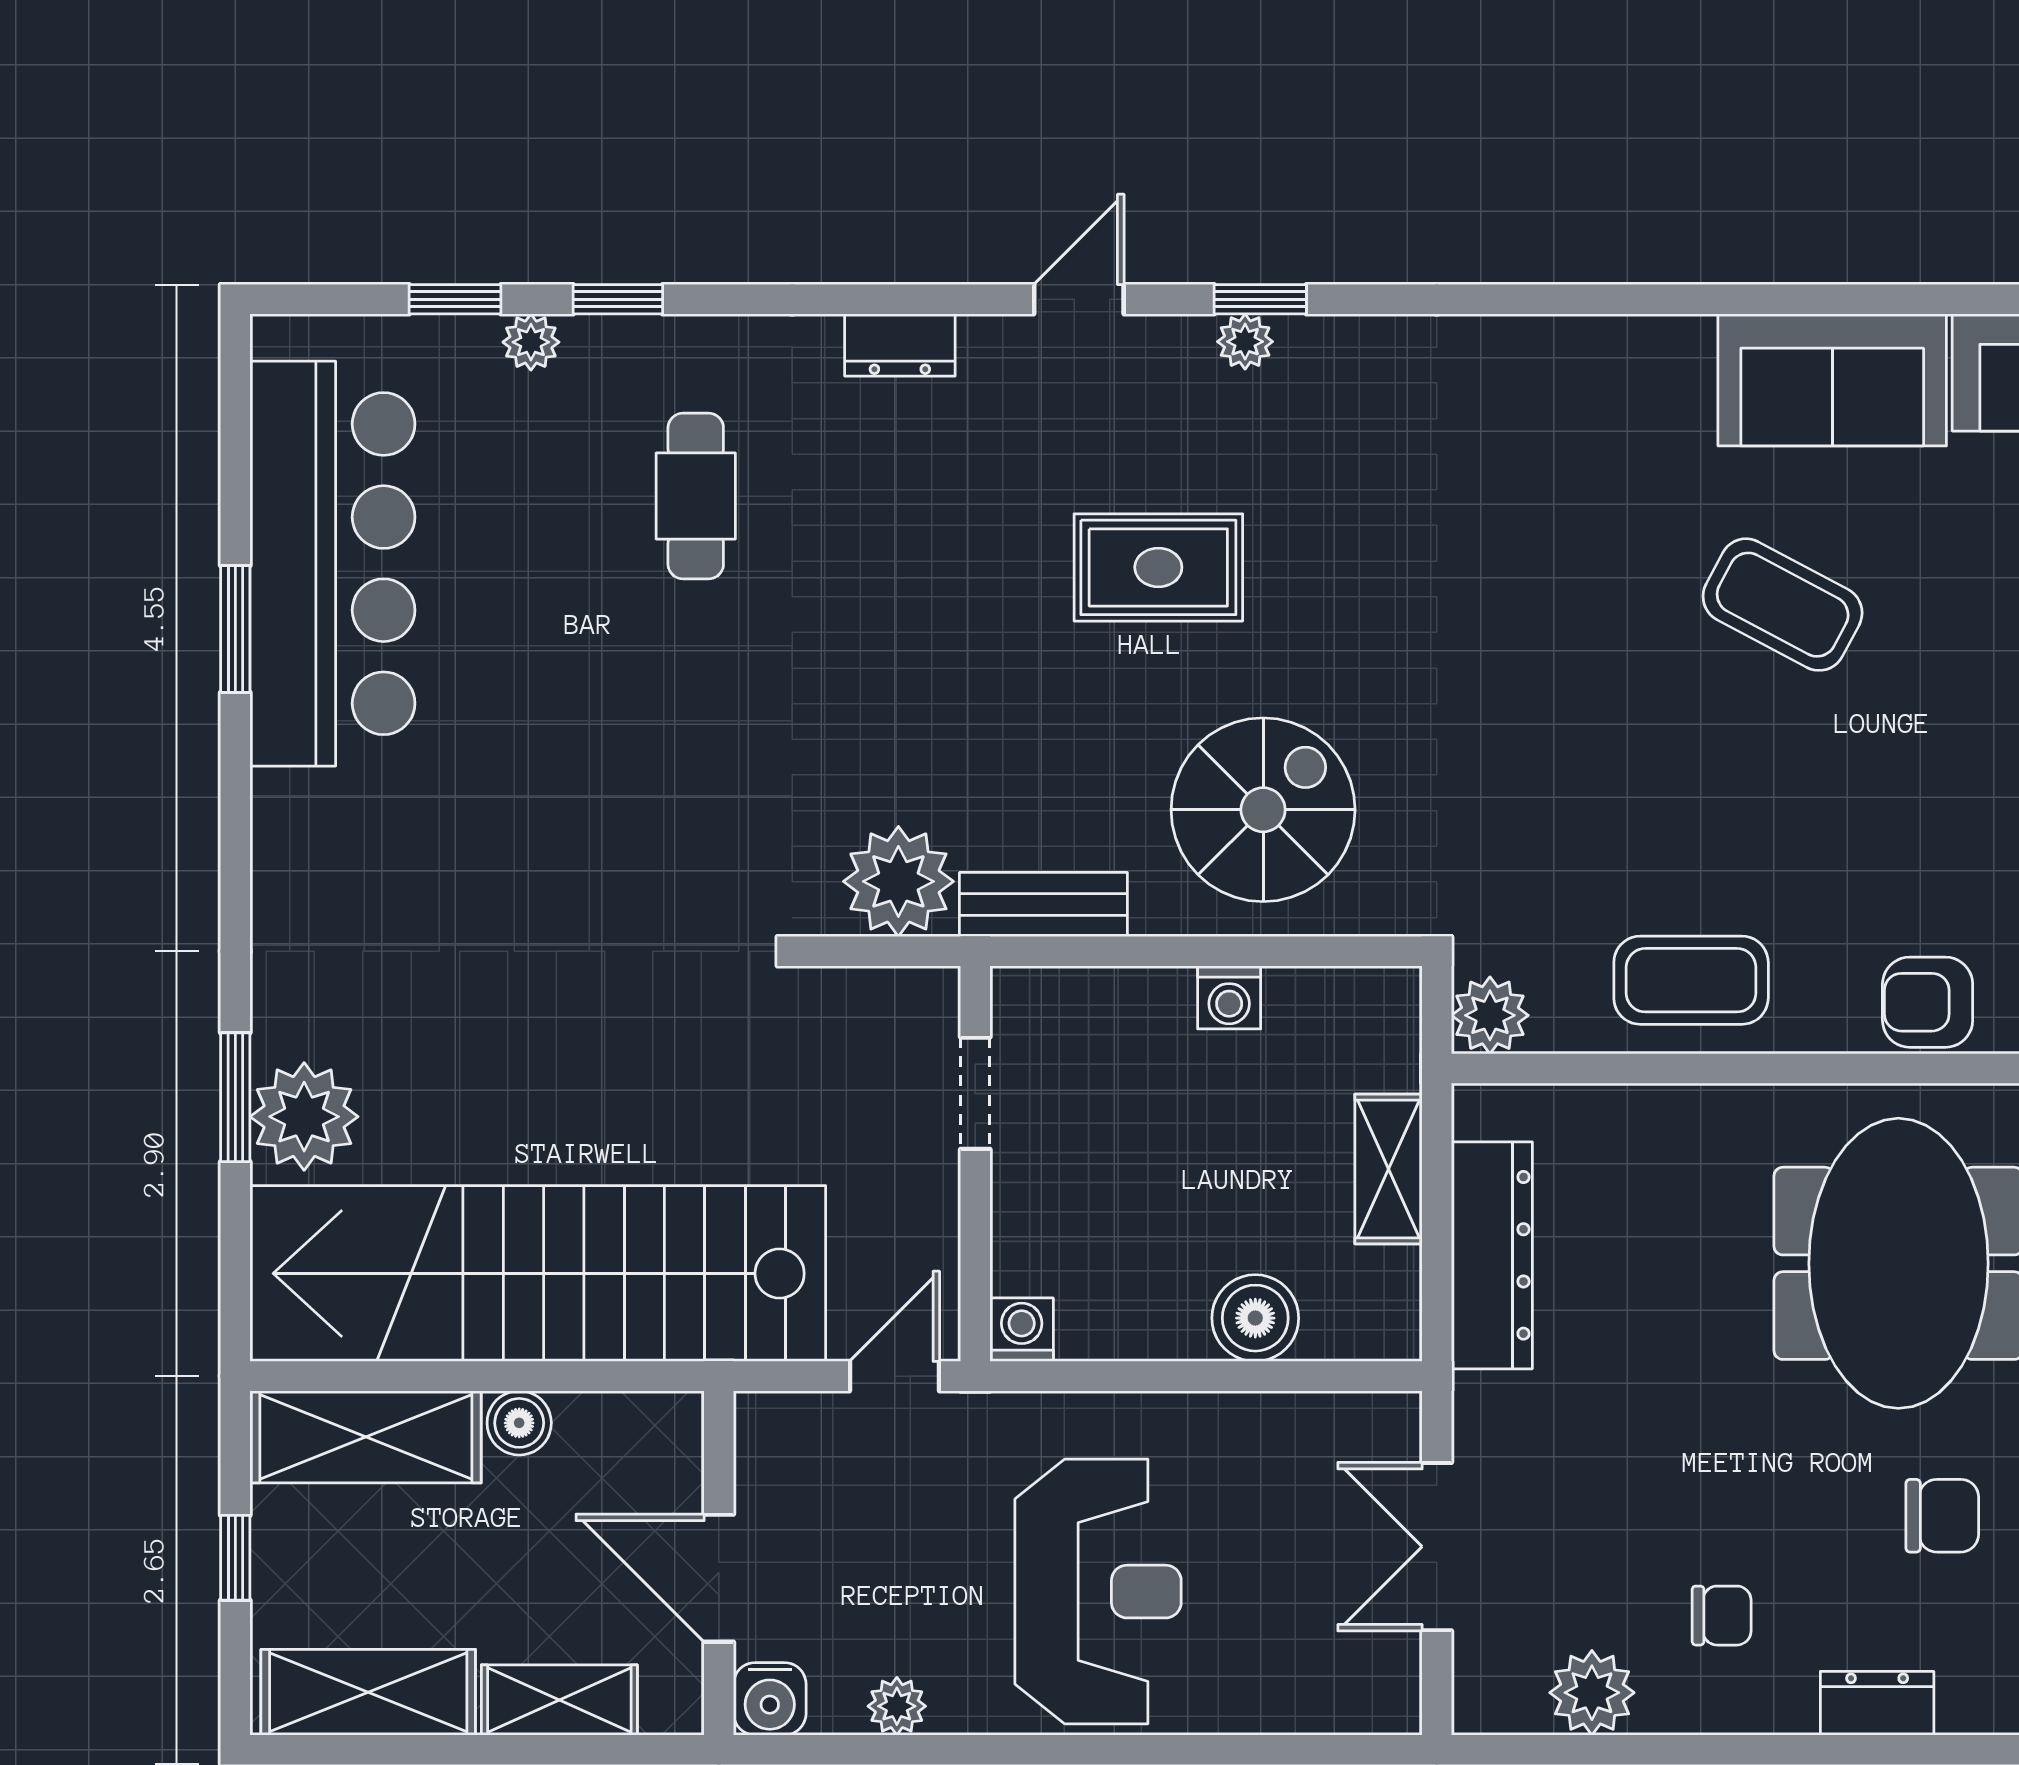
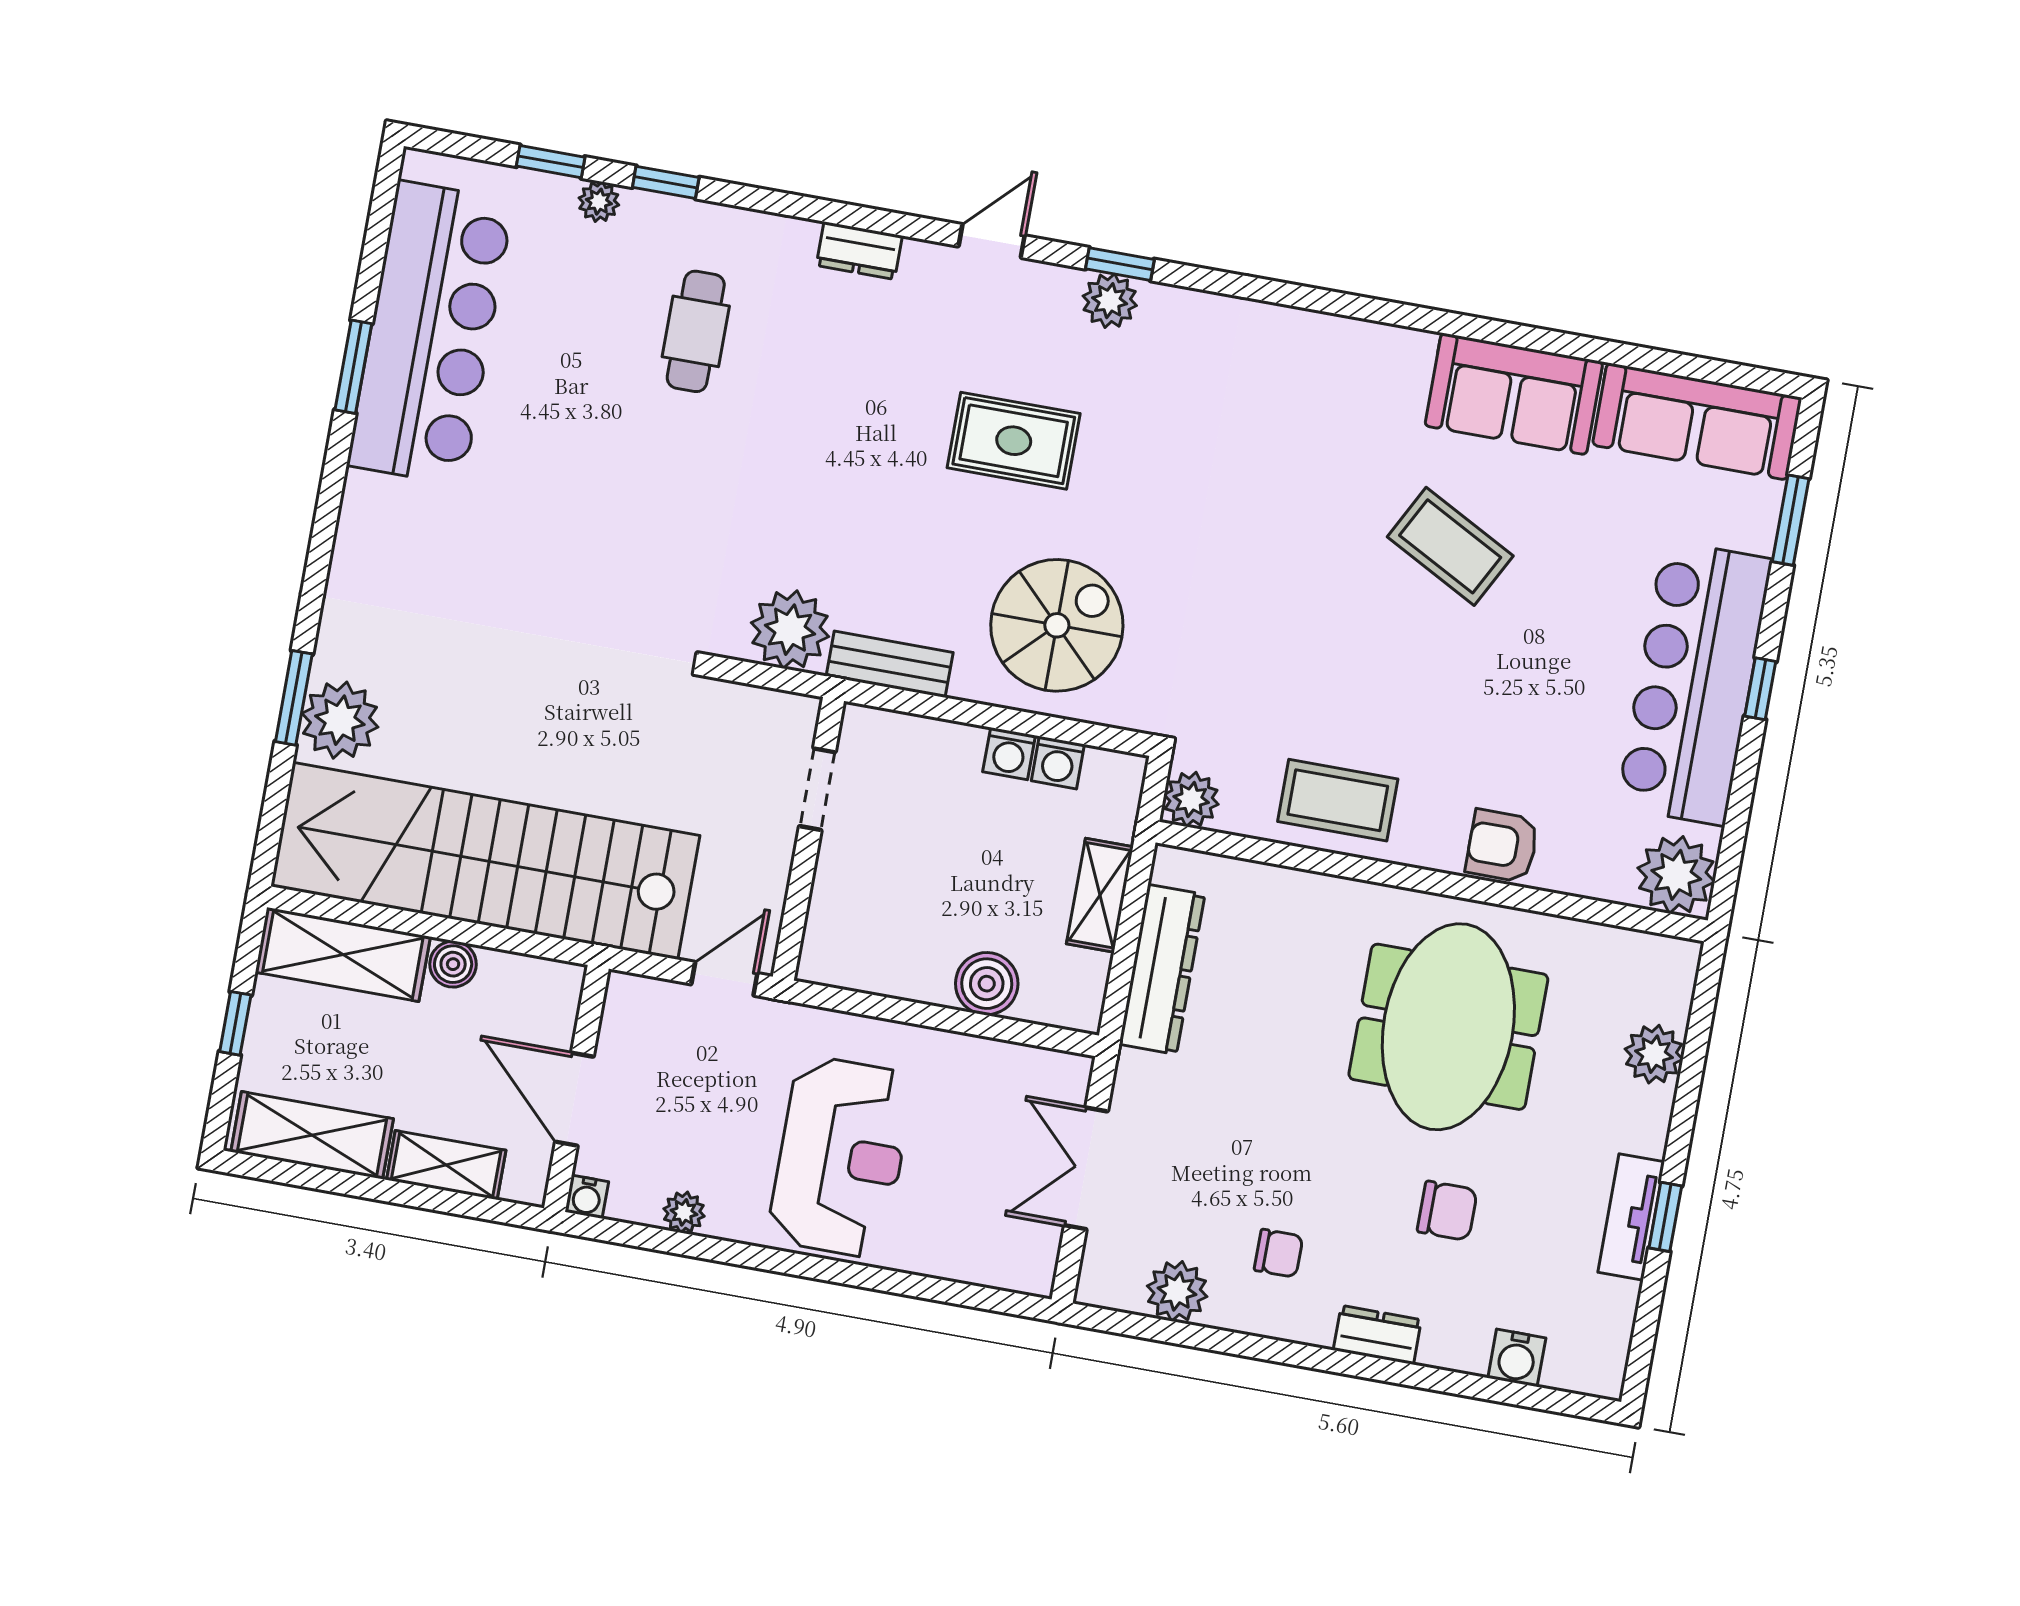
plant: (1245, 342) -> (1110, 301), width x1.38, depth x1.38
washing machine: (1022, 1330) -> (1058, 763), moved, turned 180
water cooler: (770, 1699) -> (587, 1197), width x0.72, depth x0.72

